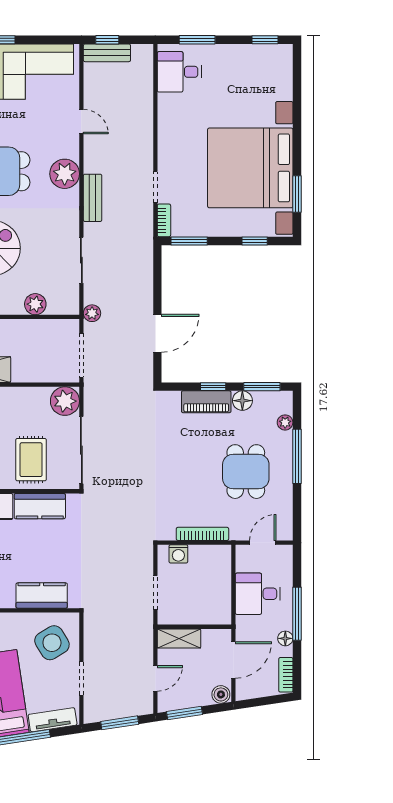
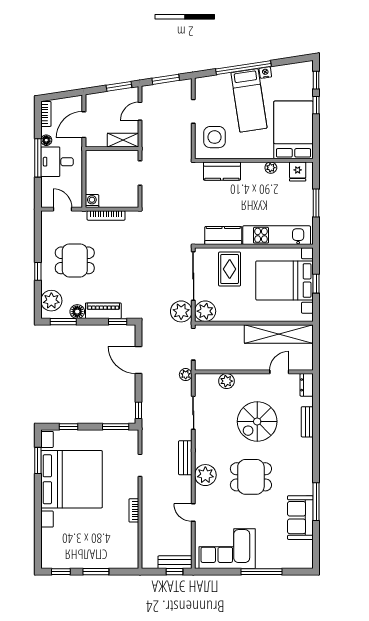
window: (197, 40) -> (96, 572), moved
desk: (179, 72) -> (123, 549), removed
bookcase: (164, 220) -> (134, 510), moved
window: (157, 263) -> (139, 410), added
door: (157, 333) -> (139, 360), hinge flipped
window: (213, 387) -> (118, 322), moved
plant: (98, 401) -> (181, 311), added
plant: (285, 422) -> (51, 301), width x1.87, depth x1.87
window: (297, 456) -> (38, 271), width x0.46
dining table: (246, 472) -> (75, 260), turned 90
door: (263, 543) -> (63, 209), swing flipped
washing machine: (178, 554) -> (92, 201), moved
desk: (258, 594) -> (57, 162), moved, turned 180
side table: (52, 643) -> (215, 137), turned 31
boiler: (221, 694) -> (93, 100), removed
tv unit: (53, 720) -> (214, 82), removed

